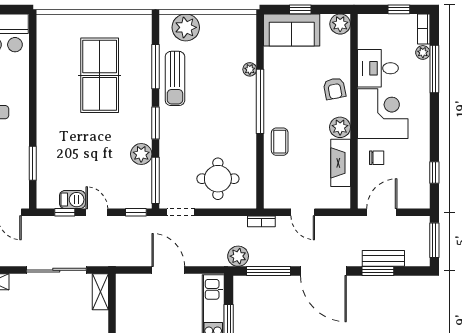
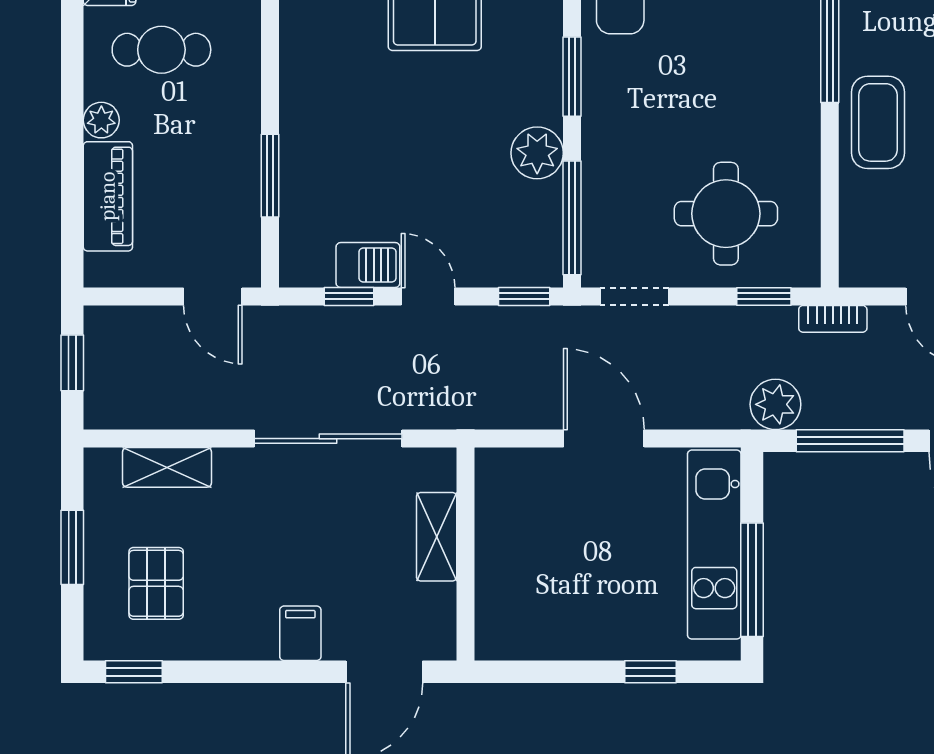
coffee table: (280, 142) -> (878, 122), width x1.36, depth x1.30
window: (233, 212) -> (764, 296), added
shelving: (100, 292) -> (437, 537), moved

